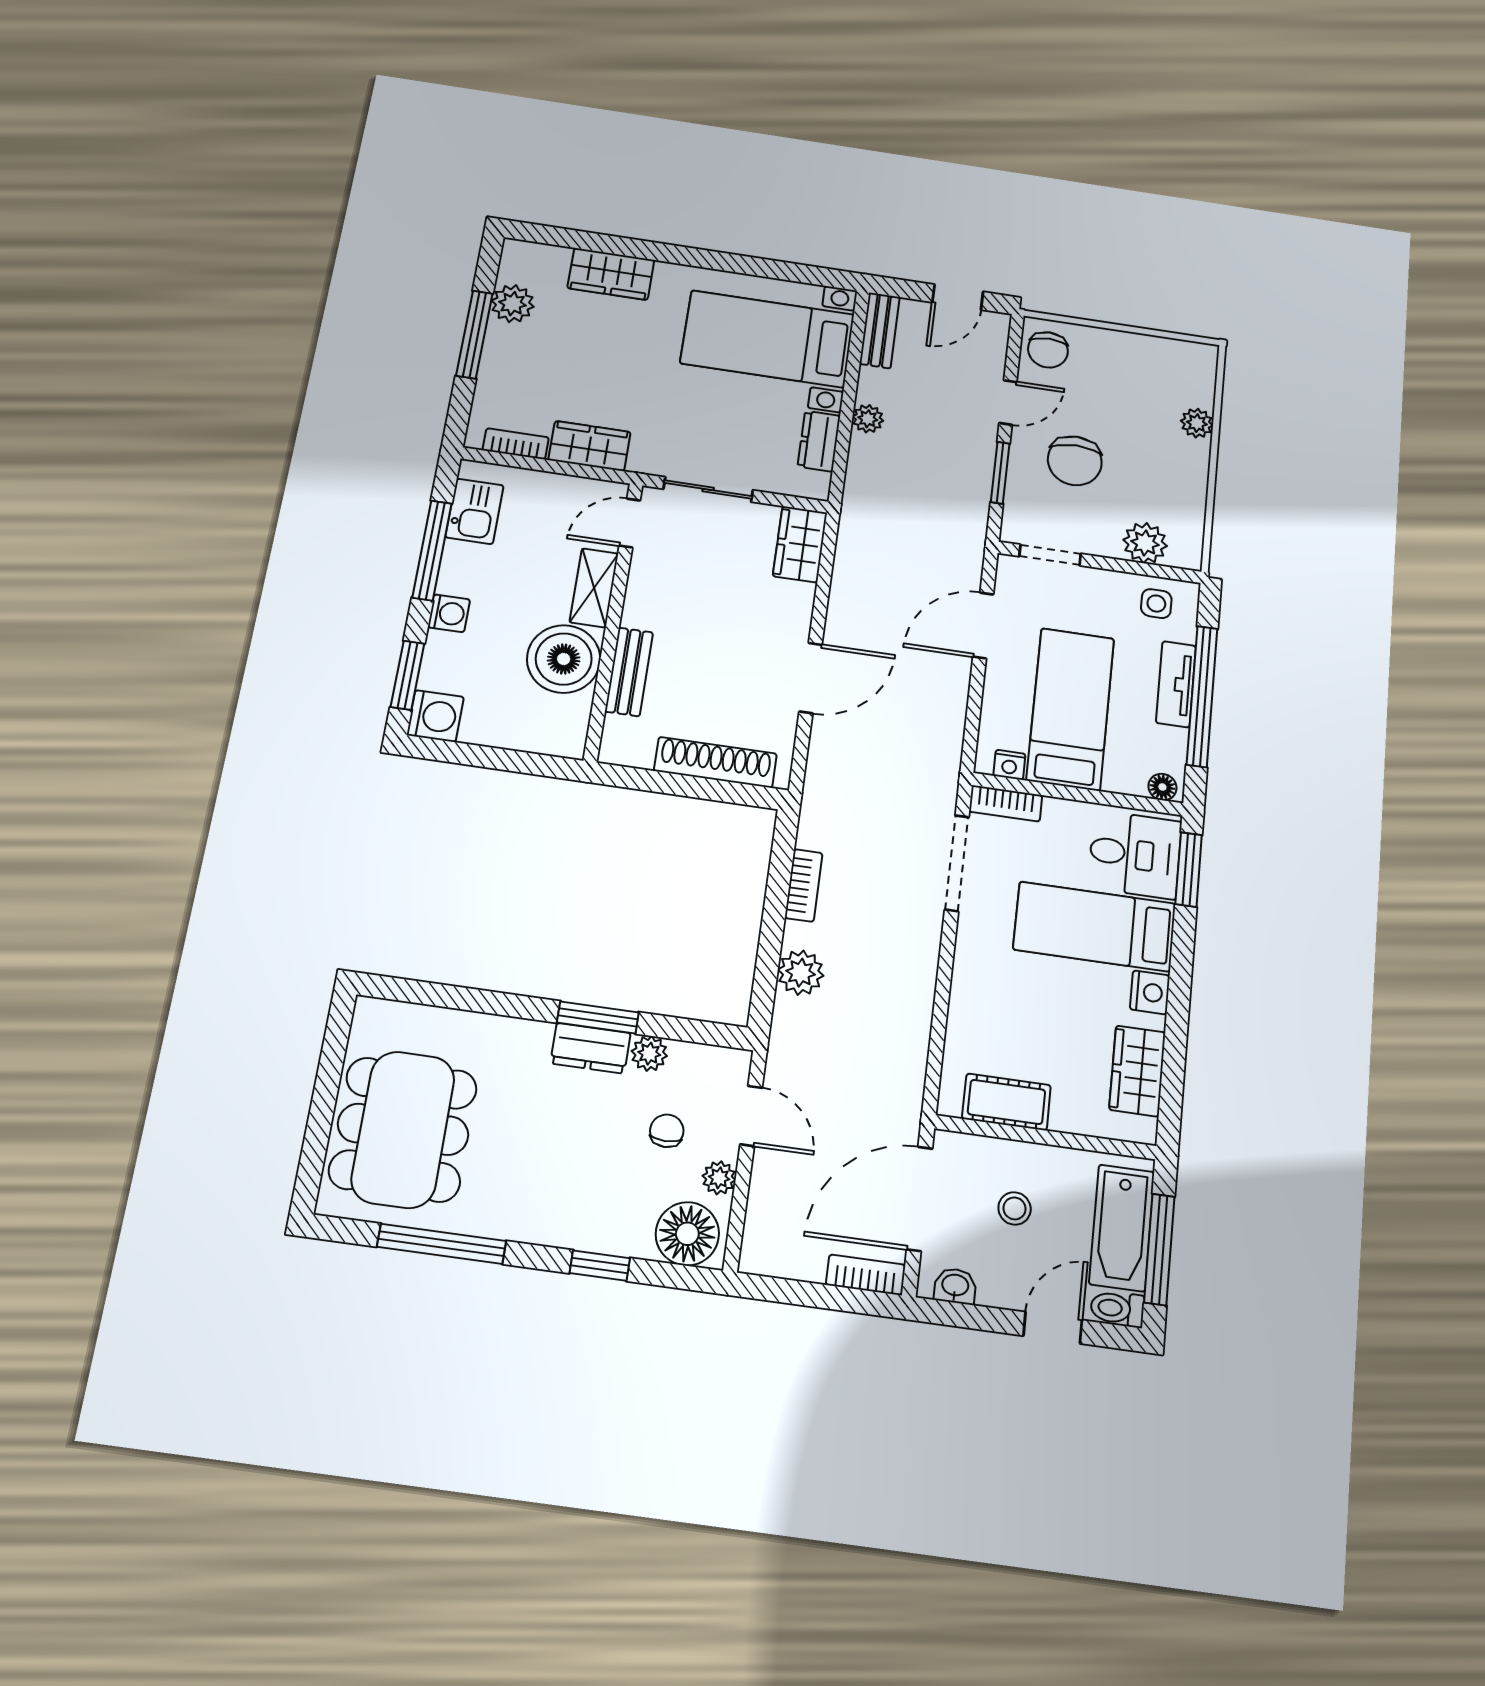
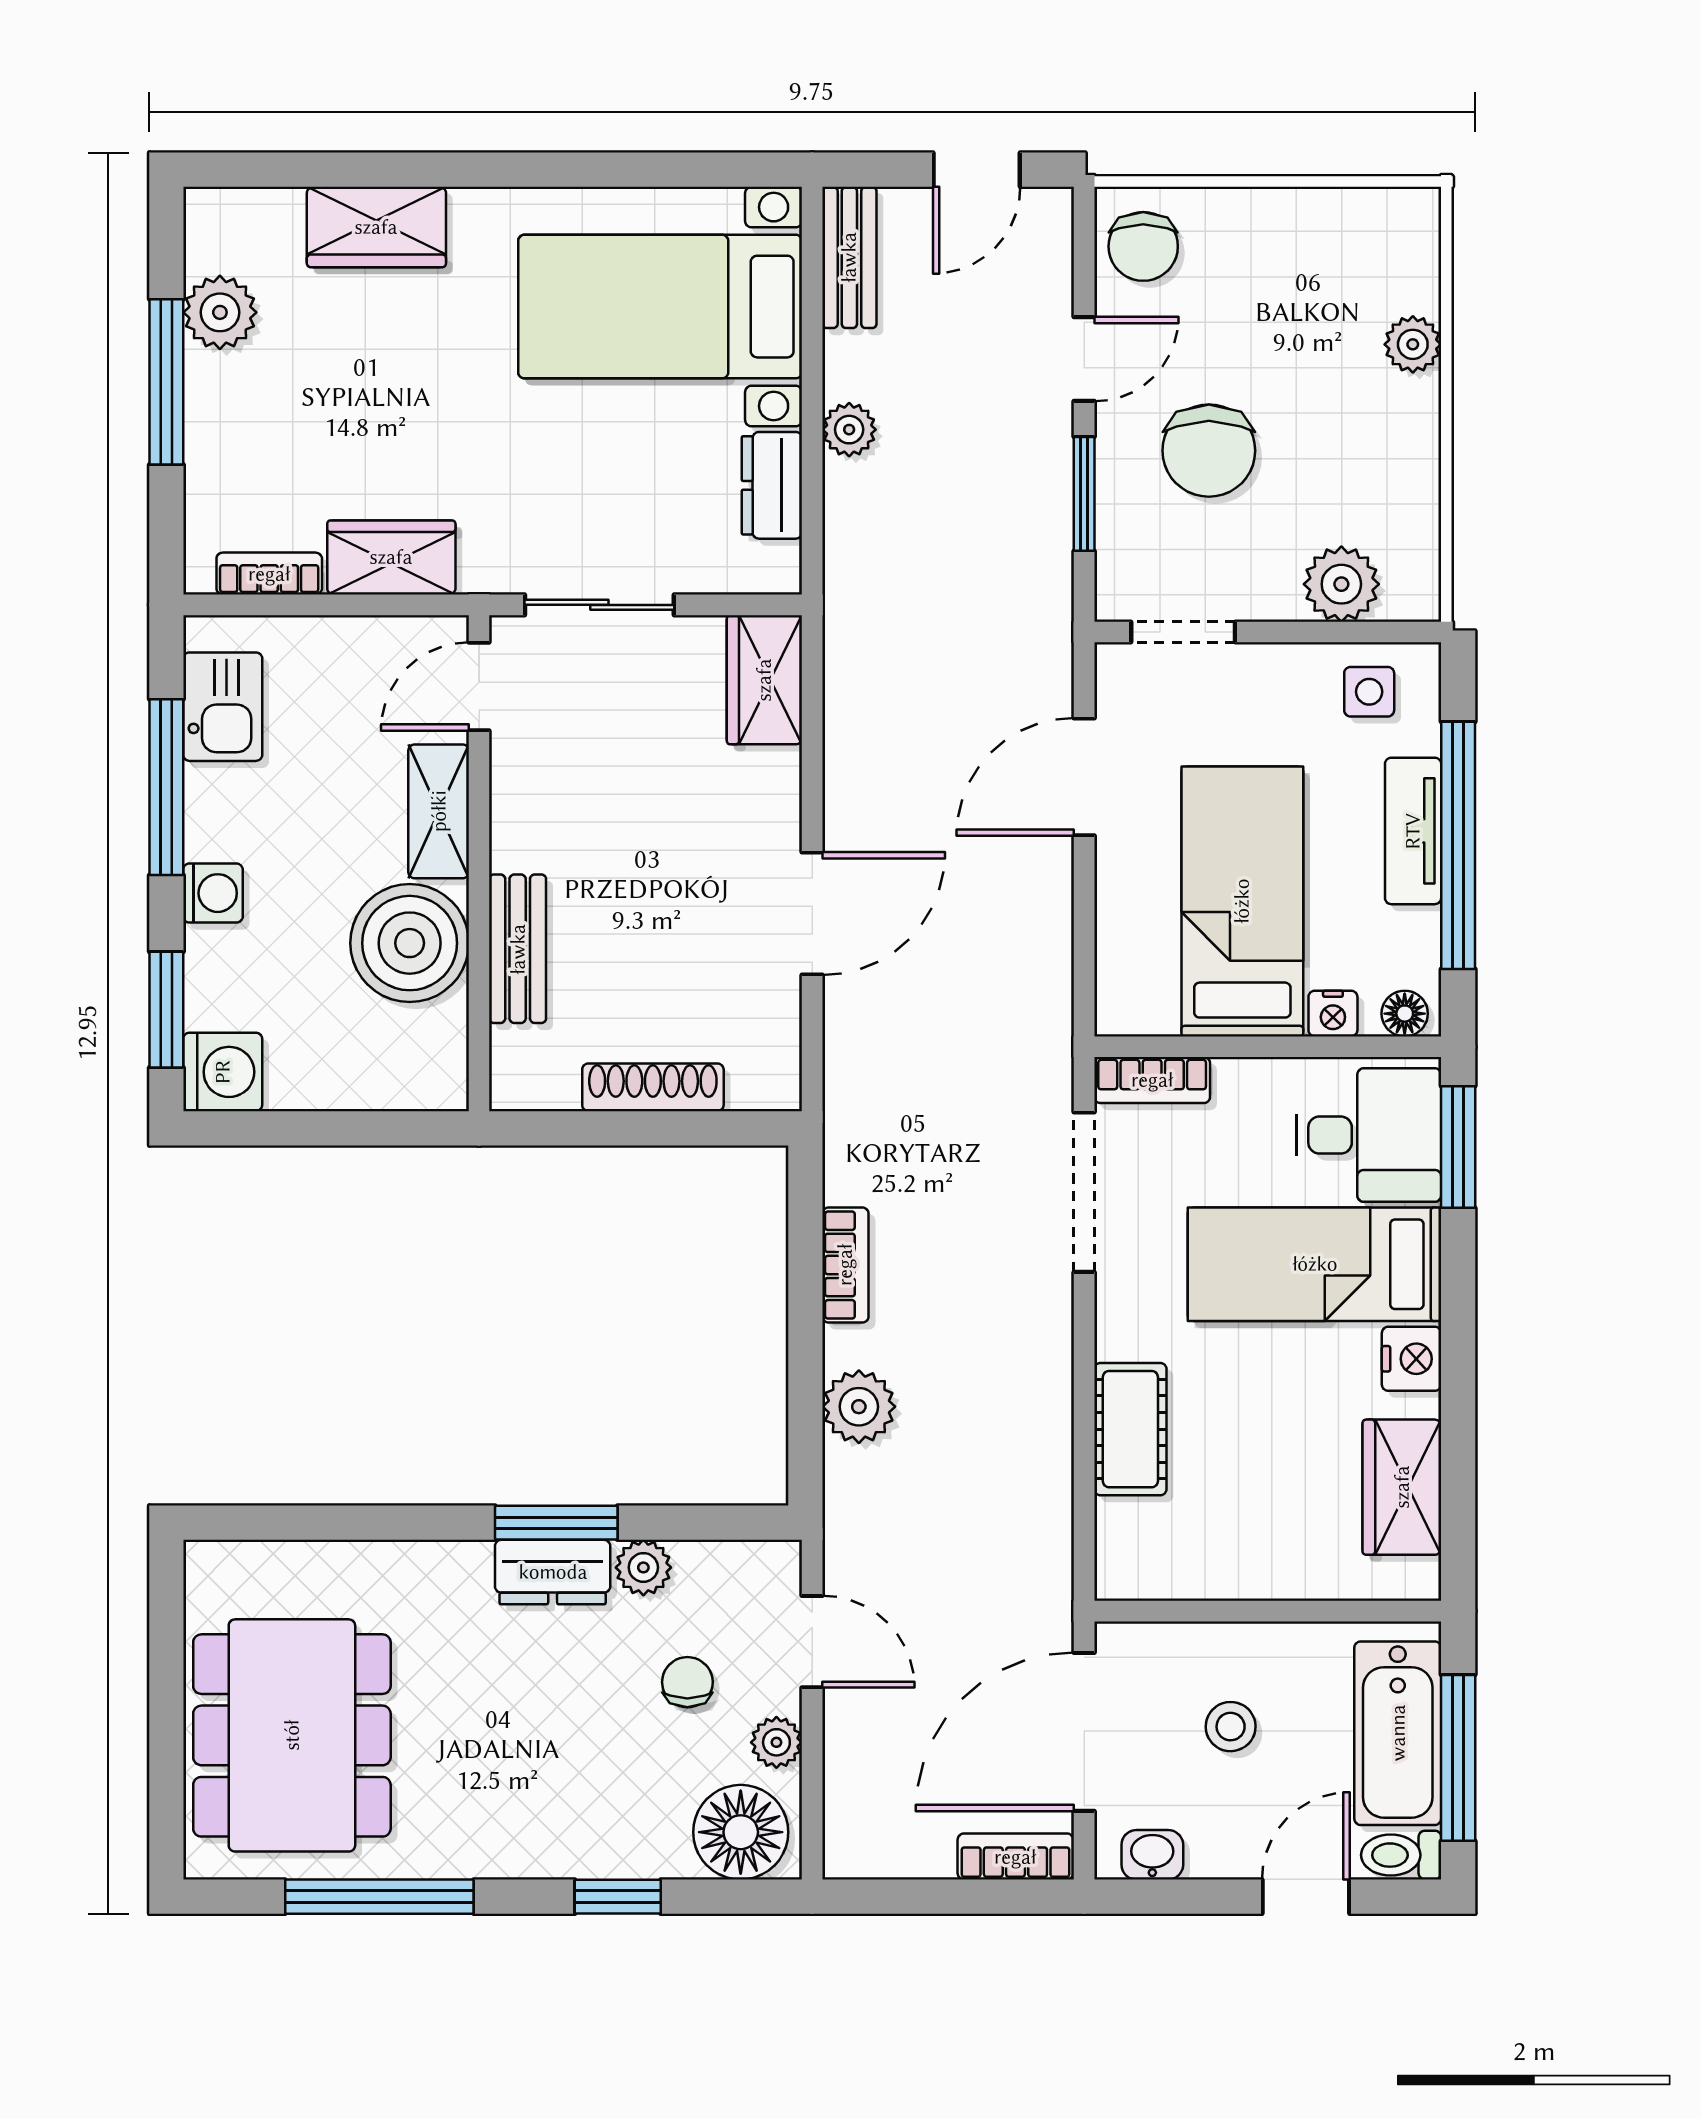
shoe rack: (715, 762) -> (653, 1087), width x0.74, depth x0.81
nightstand: (1009, 765) -> (1333, 1014), moved
cot: (1006, 1102) -> (1130, 1429), moved, turned 90

